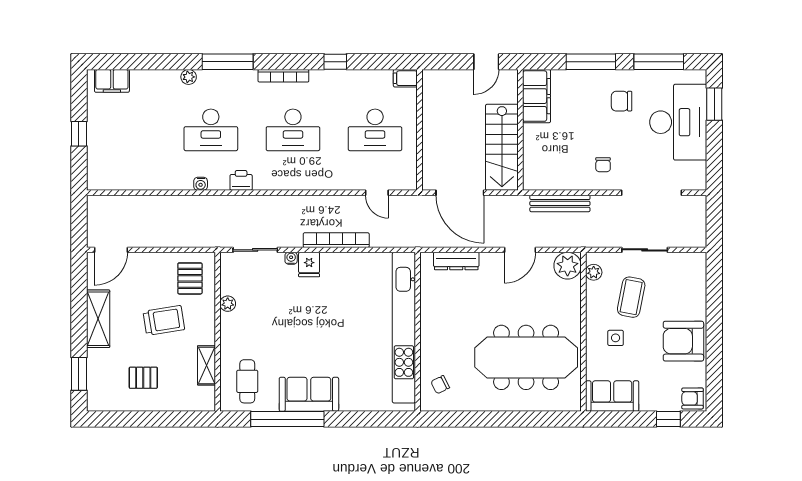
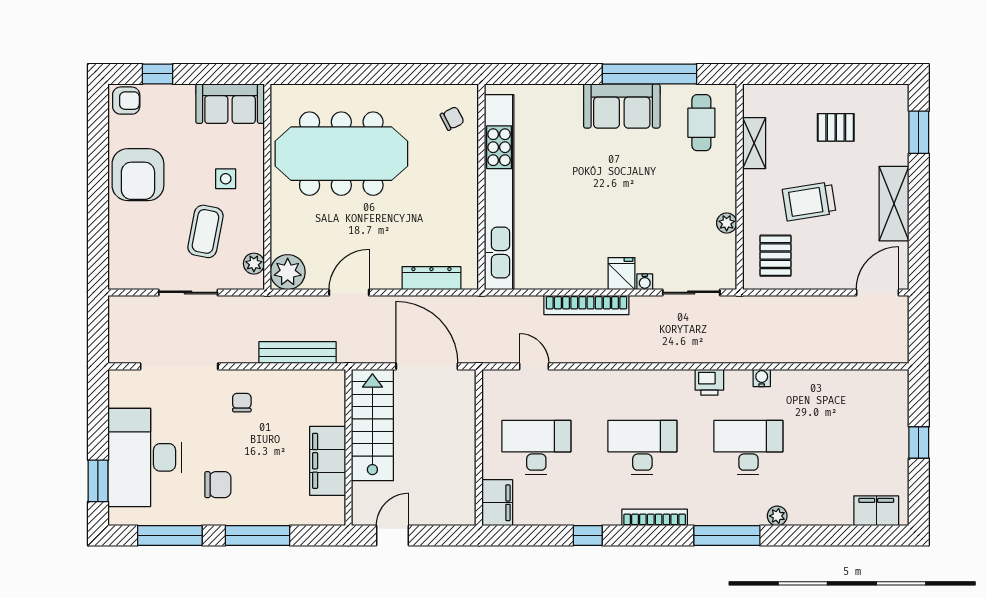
filing cabinet: (405, 78) -> (497, 503), width x2.00
filing cabinet: (537, 96) -> (328, 461), moved
armchair: (683, 341) -> (138, 175), turned 90

